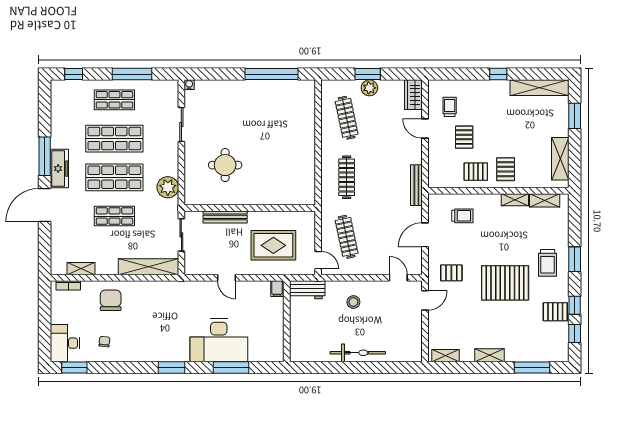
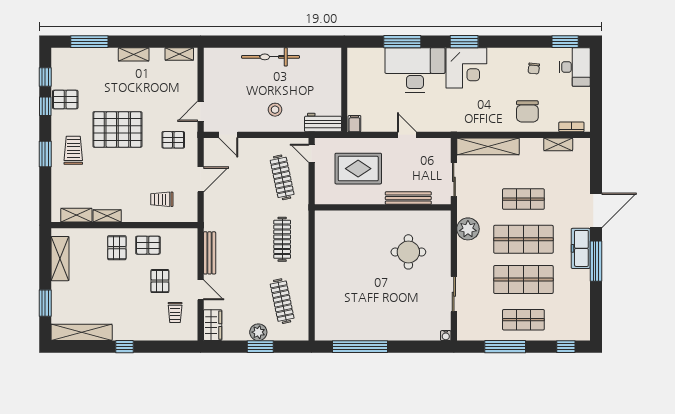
bench: (416, 185) -> (210, 253), moved
corner desk: (169, 342) -> (466, 68), added

